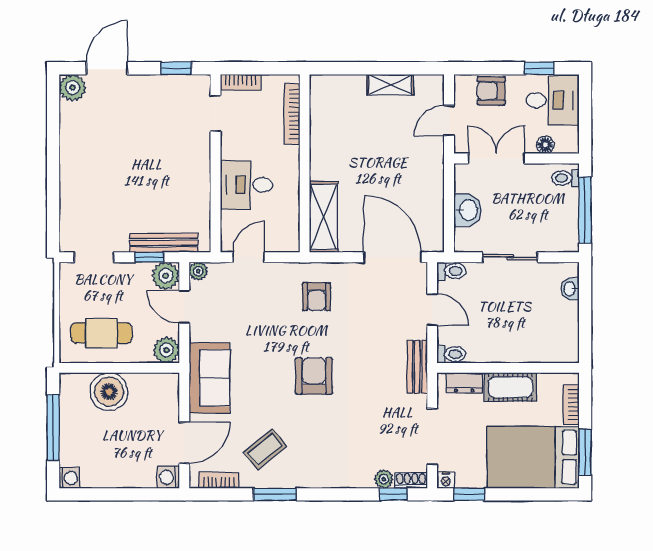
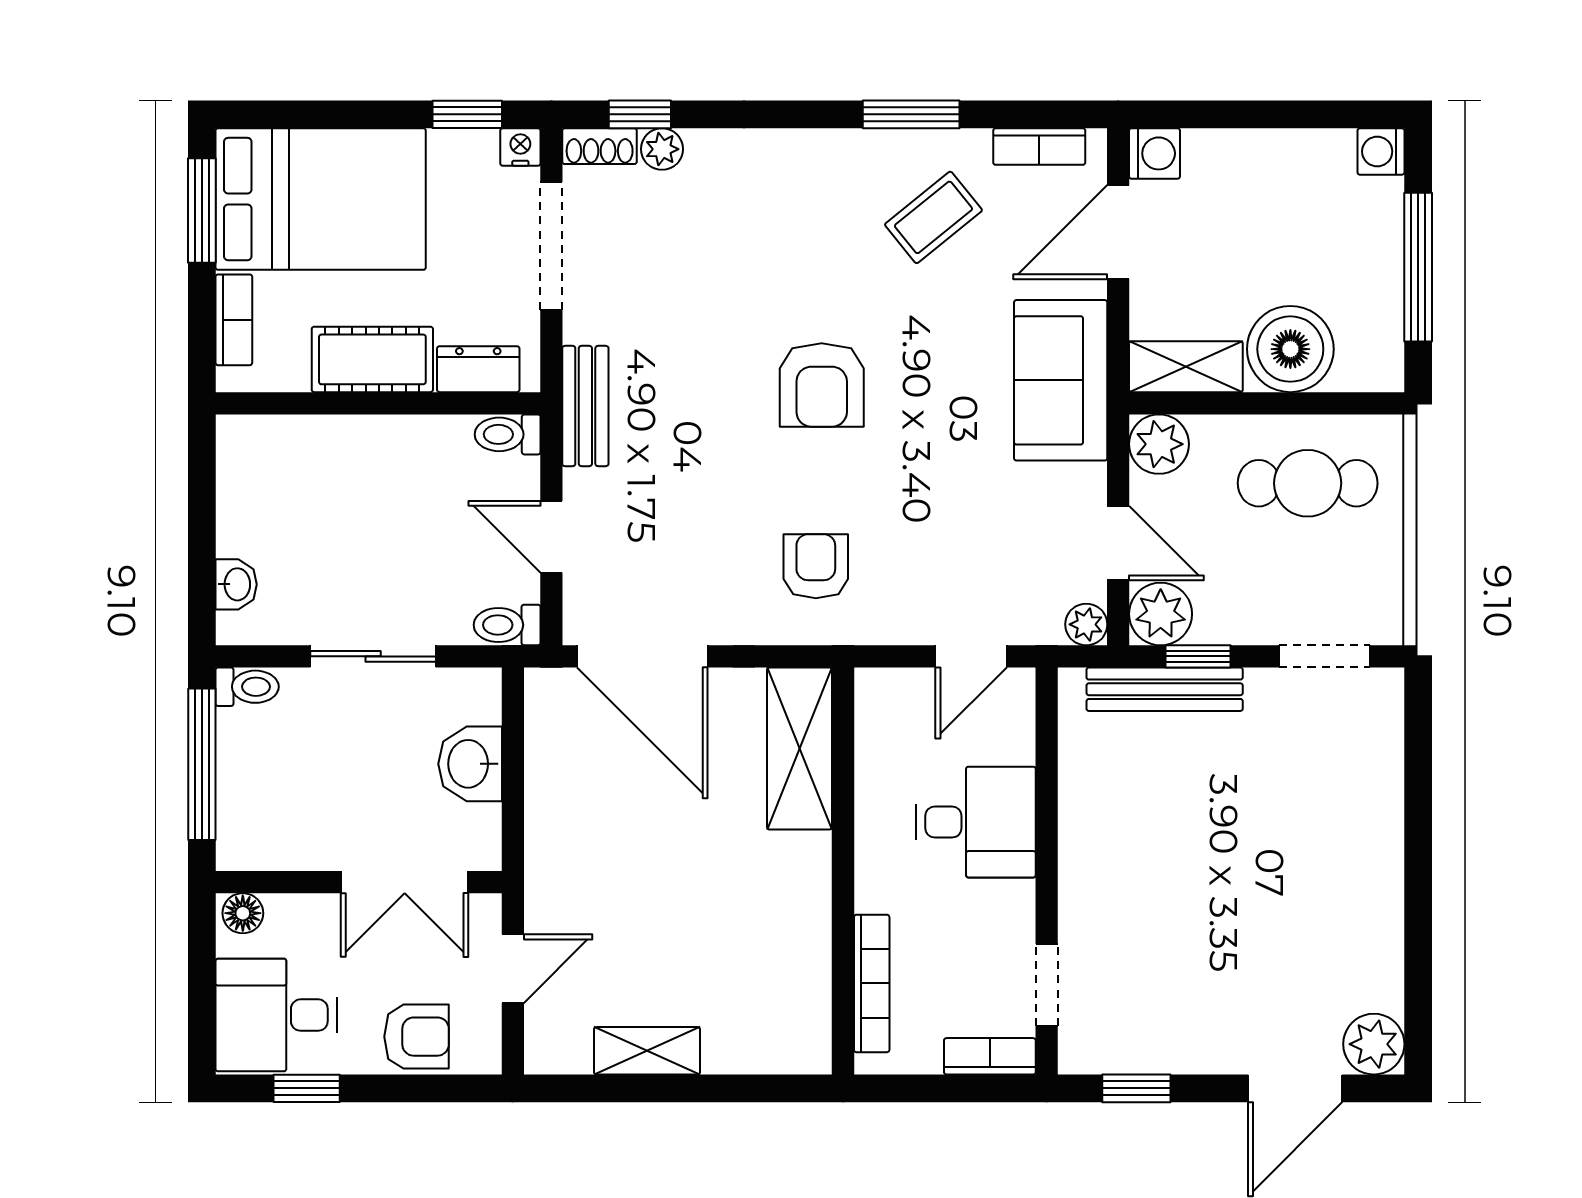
floor lamp: (545, 145) -> (243, 913), moved
toilet: (565, 178) -> (247, 687), moved
shelving: (155, 384) -> (1186, 367), added

